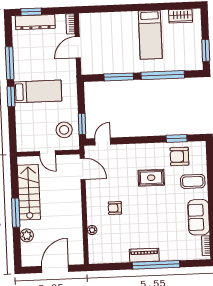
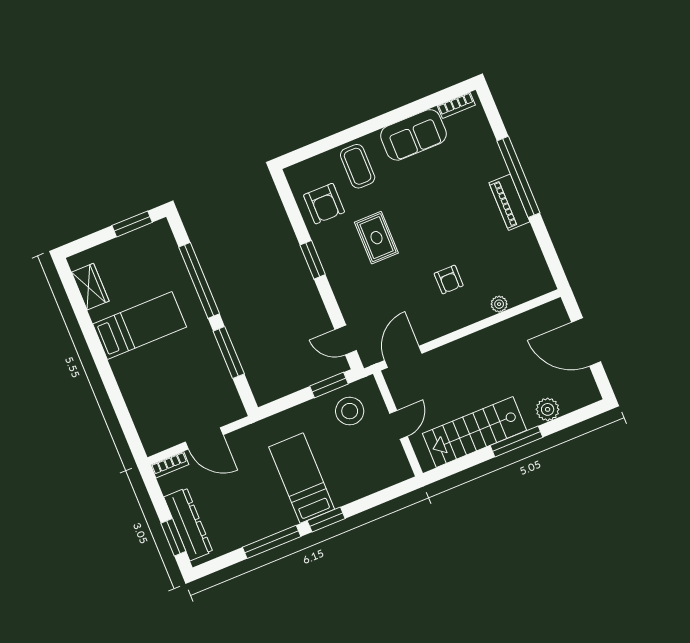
window: (177, 139) -> (313, 260), moved

